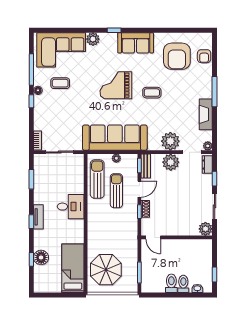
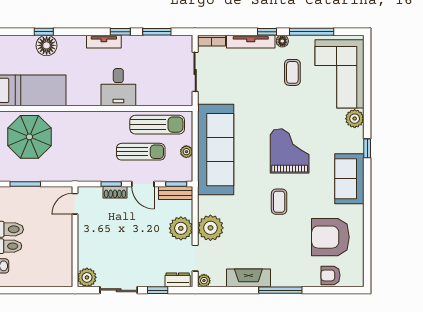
tv unit: (38, 113) -> (251, 42), added
window: (31, 222) -> (120, 32), moved
window: (215, 274) -> (23, 290), removed

